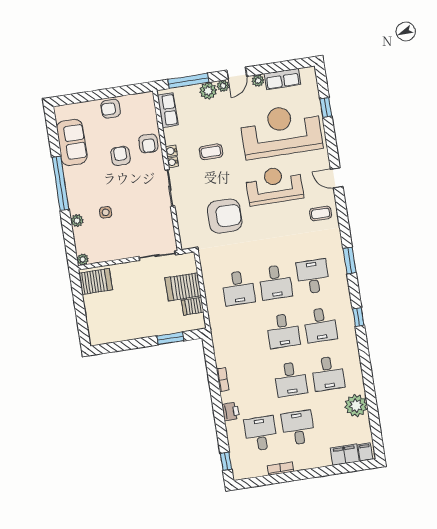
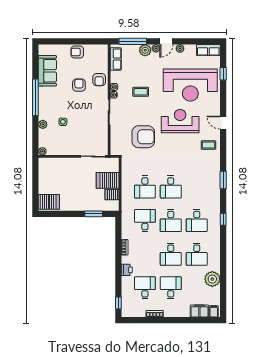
row of seats: (282, 79) -> (208, 50), moved
reception desk: (281, 131) -> (190, 85), turned 180
desk: (313, 276) -> (145, 221), moved
server rack: (96, 281) -> (49, 202), moved

